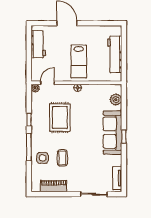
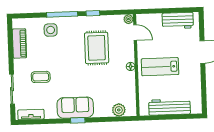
rug: (60, 117) -> (97, 48), turned 90
sofa: (112, 133) -> (75, 108), width x0.73
coffee table: (62, 158) -> (41, 77), moved

